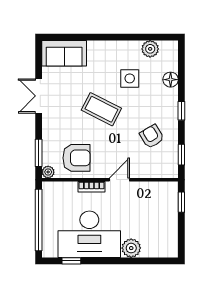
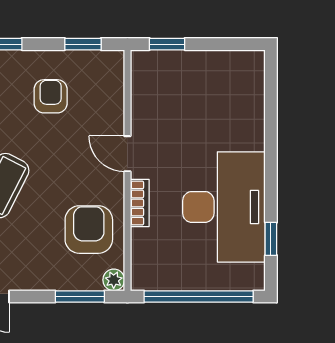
armchair: (152, 136) -> (51, 96), turned 121
plant: (131, 248) -> (248, 133), removed

